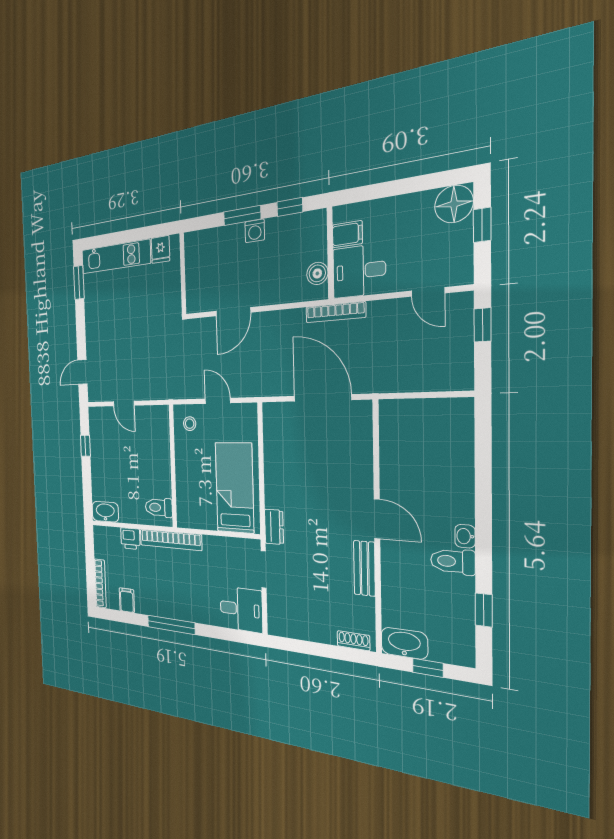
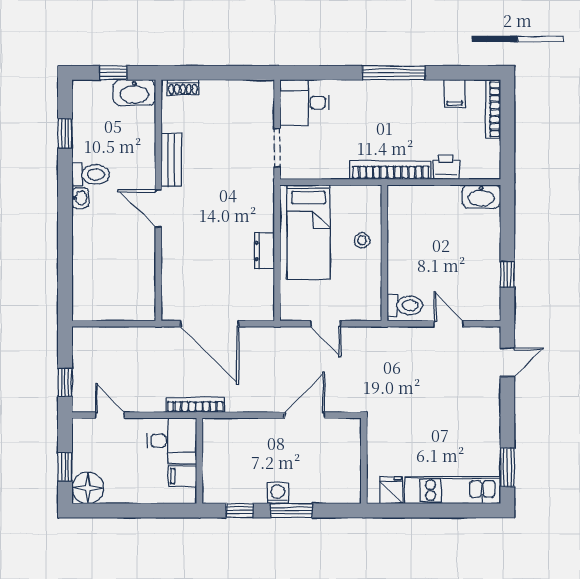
boiler: (317, 273) -> (213, 443), removed
stool: (190, 424) -> (362, 240), moved
toilet: (159, 508) -> (405, 305), moved
dresser: (274, 527) -> (264, 251), moved

